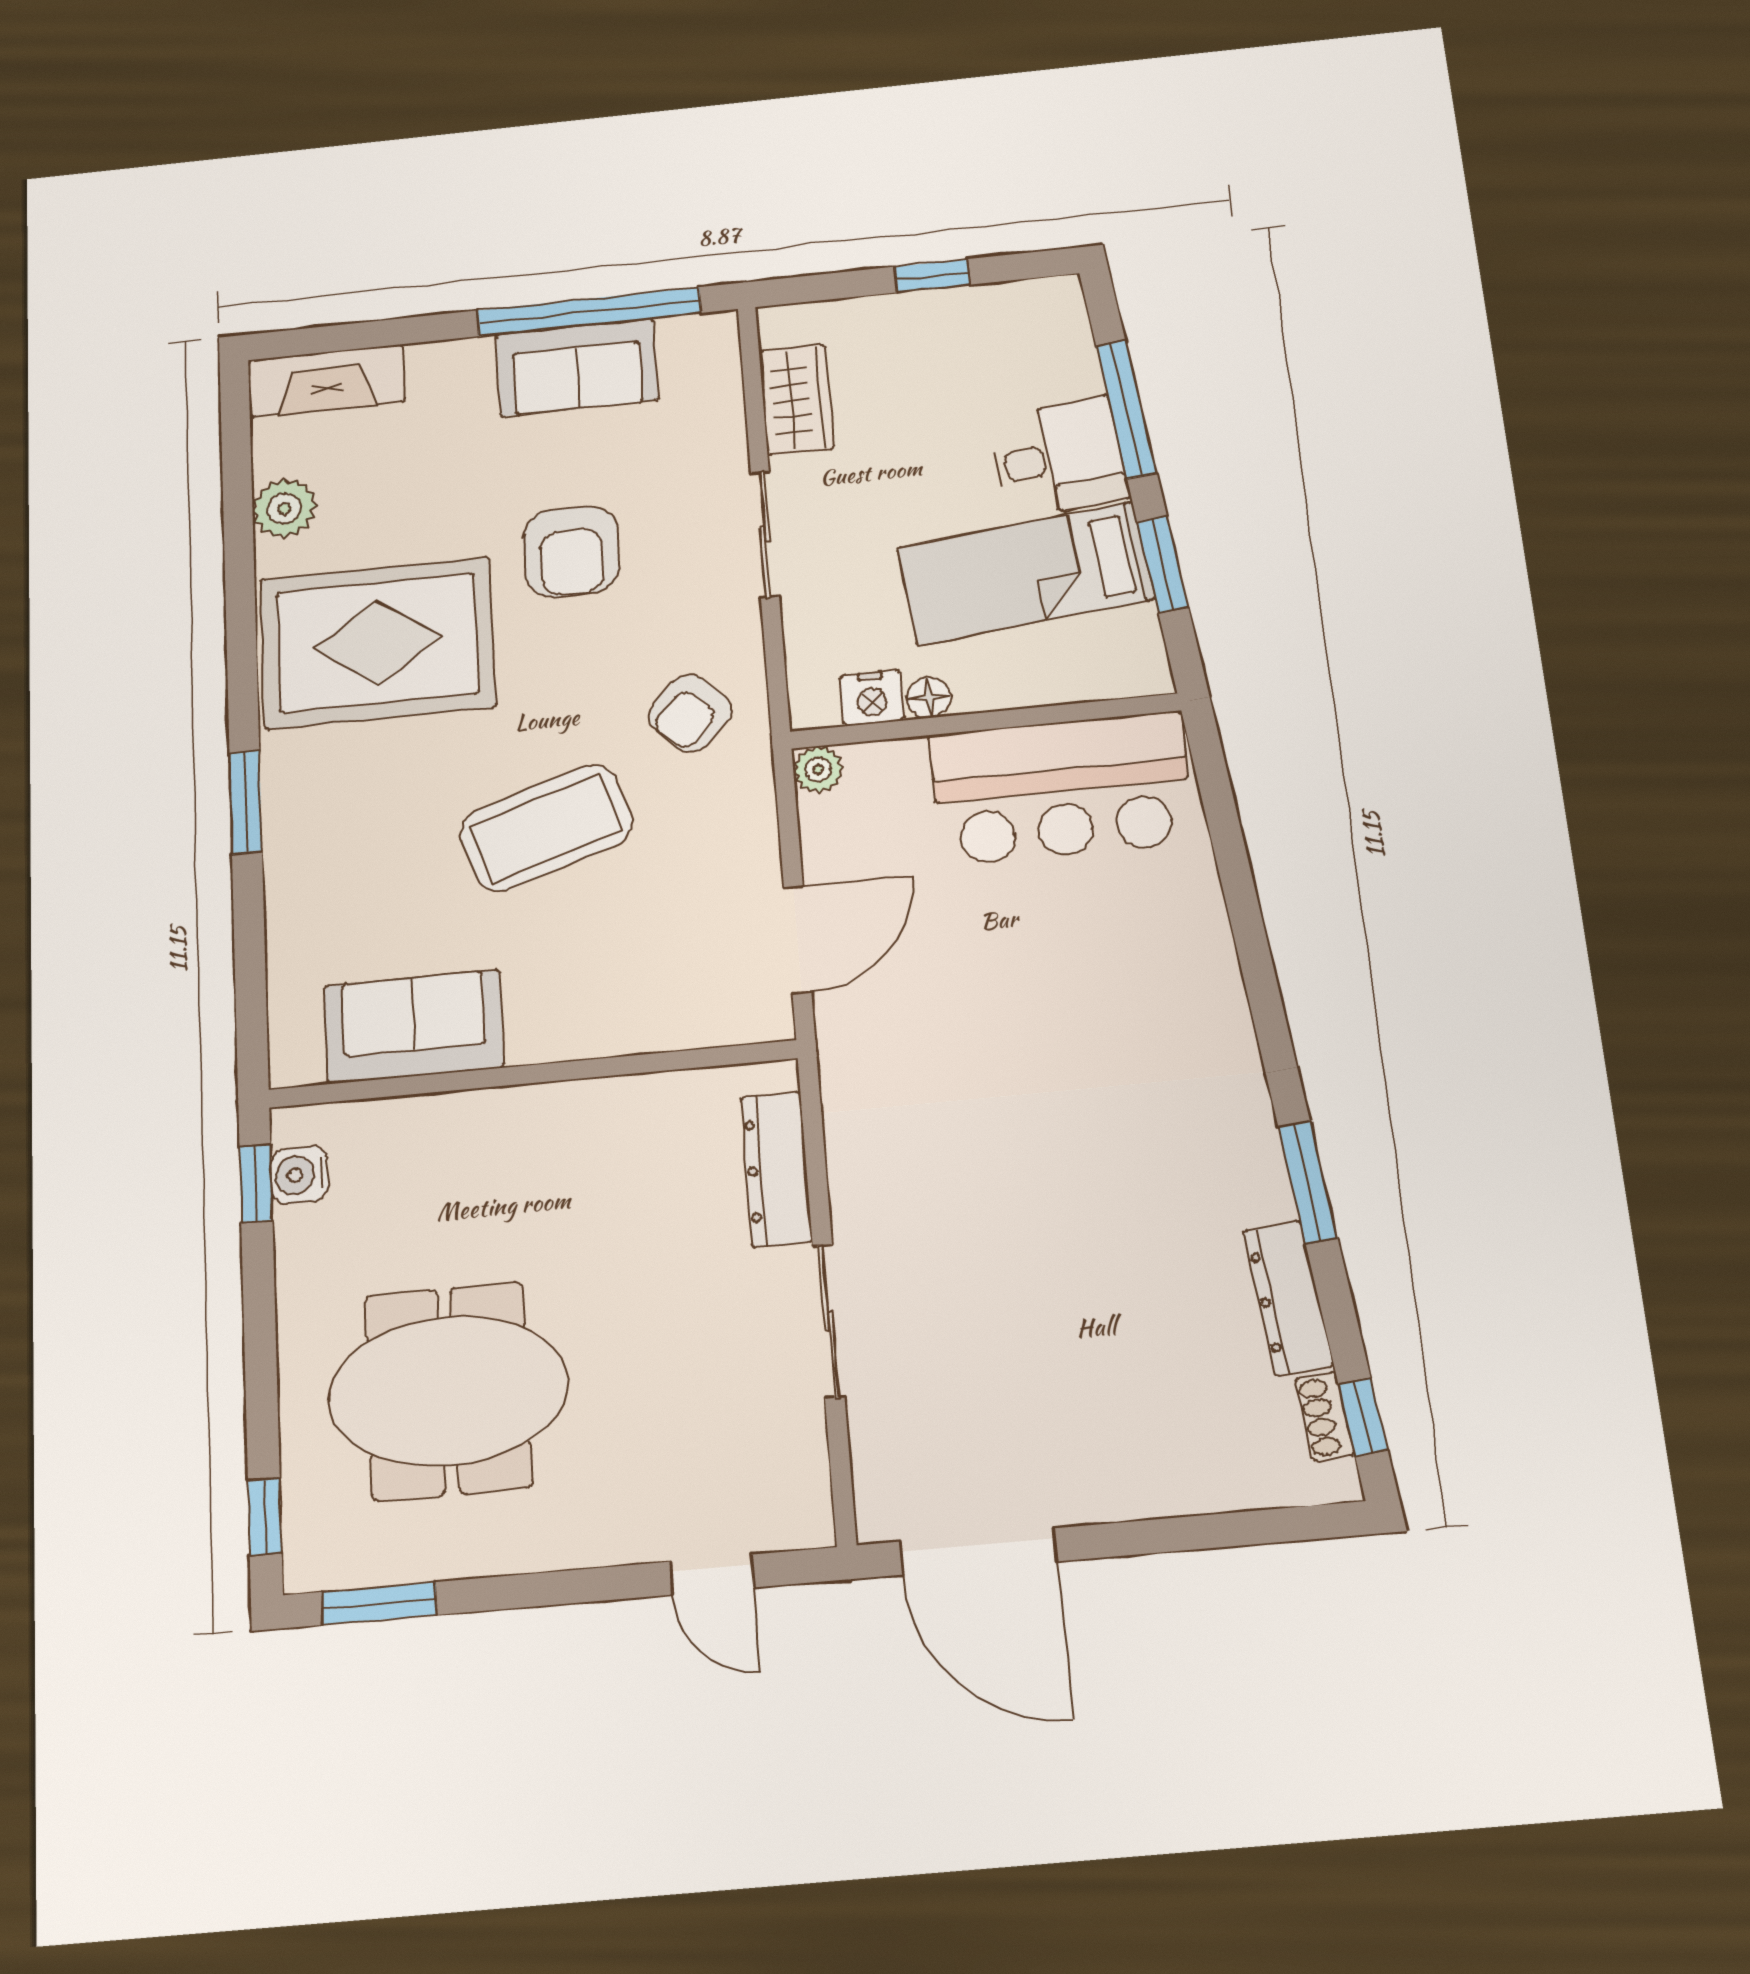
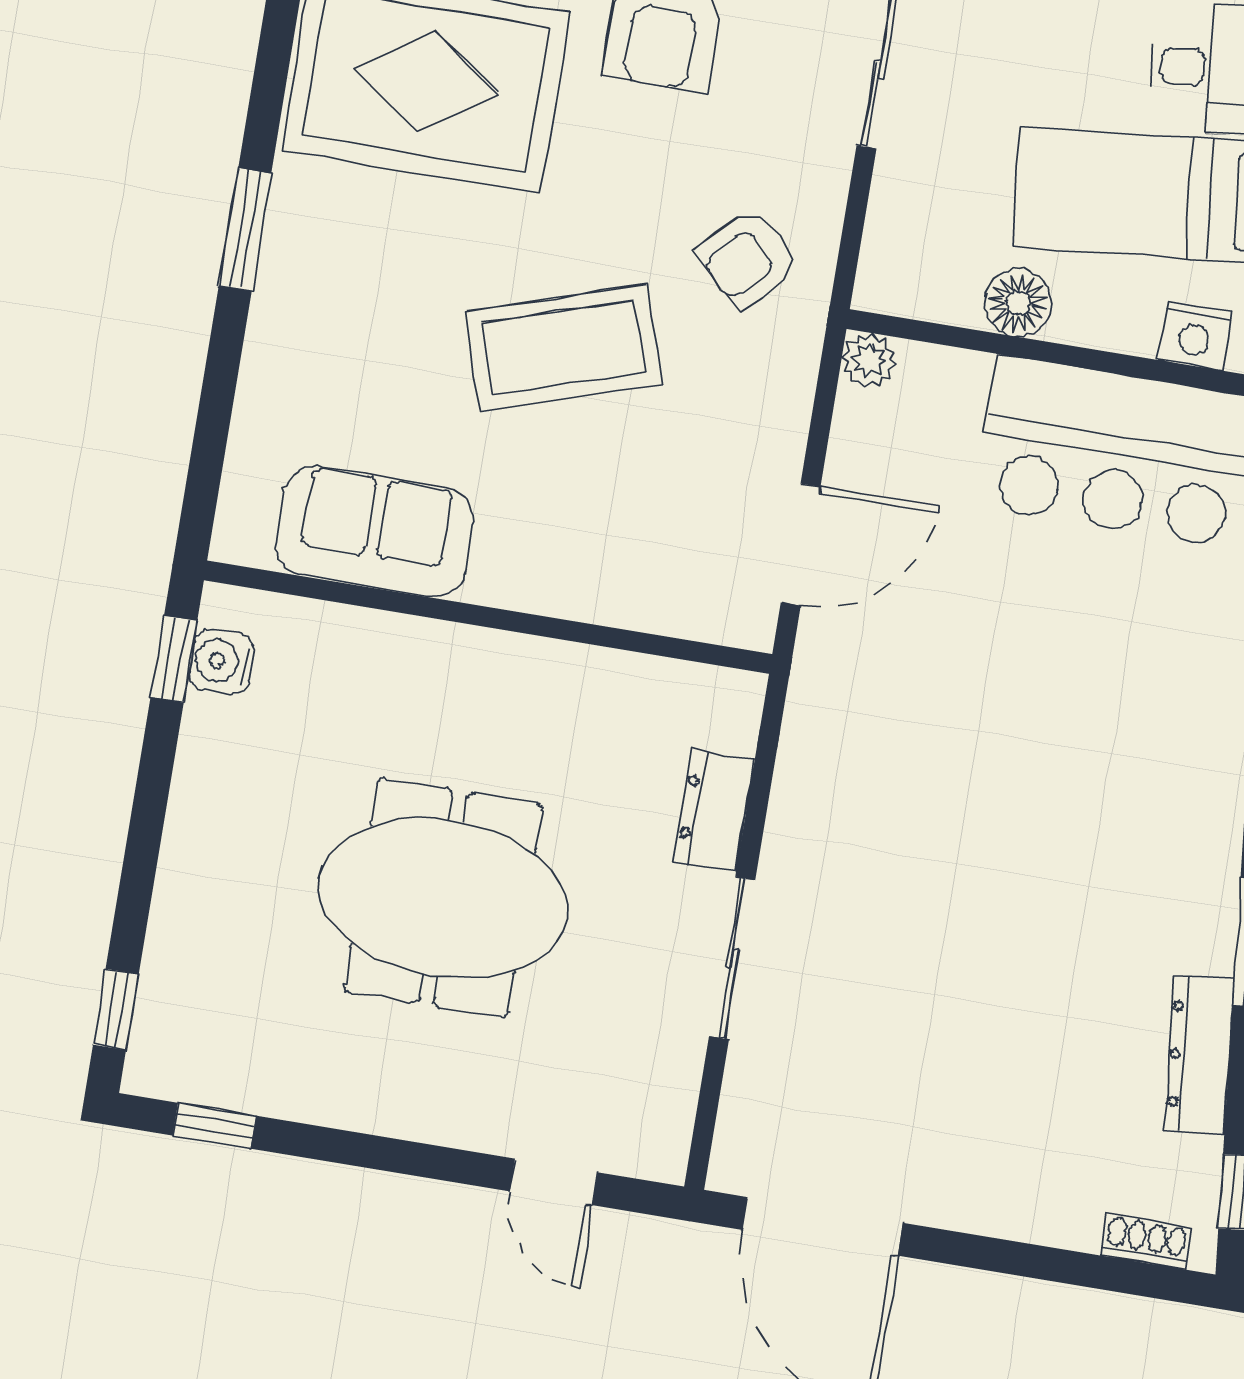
floor lamp: (929, 697) -> (1018, 303), width x1.37, depth x1.37
nightstand: (872, 698) -> (1195, 335), moved
dresser: (776, 1169) -> (714, 811), width x0.70
meeting table: (448, 1391) -> (443, 898), moved
shoe rack: (1325, 1416) -> (1146, 1242), moved, turned 96
window: (379, 1603) -> (214, 1126), width x0.67

